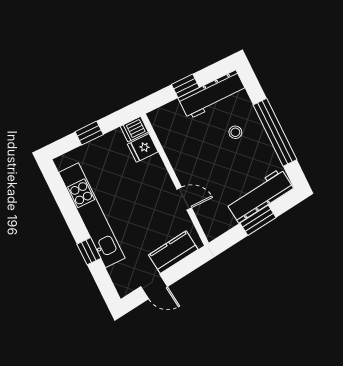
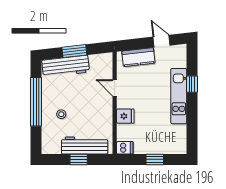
workbench: (212, 95) -> (85, 145), moved
fridge: (143, 148) -> (125, 116), moved
kitchen unit: (92, 215) -> (179, 96), width x0.73

